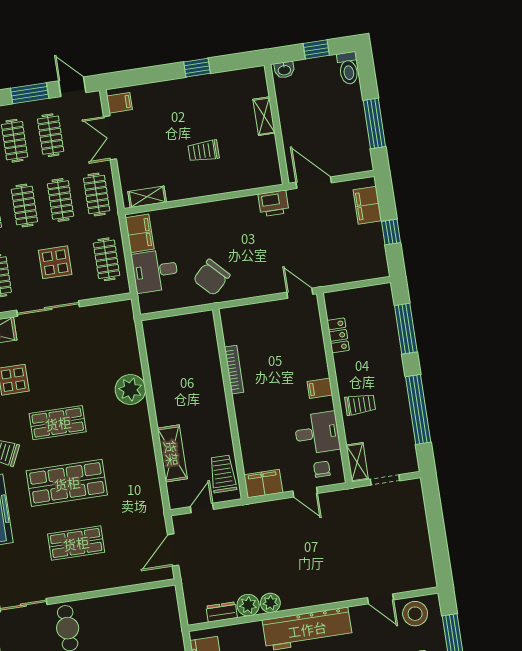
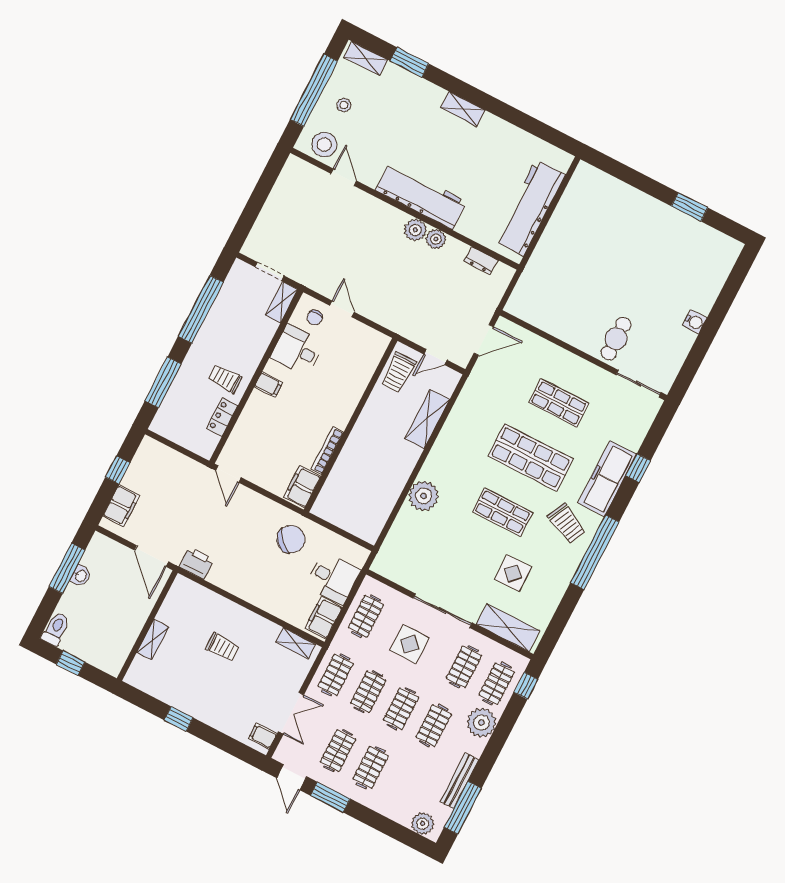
washbasin: (284, 70) -> (81, 576), moved, turned 90
trolley: (360, 404) -> (225, 379), moved
filing cabinet: (263, 484) -> (302, 487), moved, turned 90
plant: (248, 605) -> (415, 230), moved

